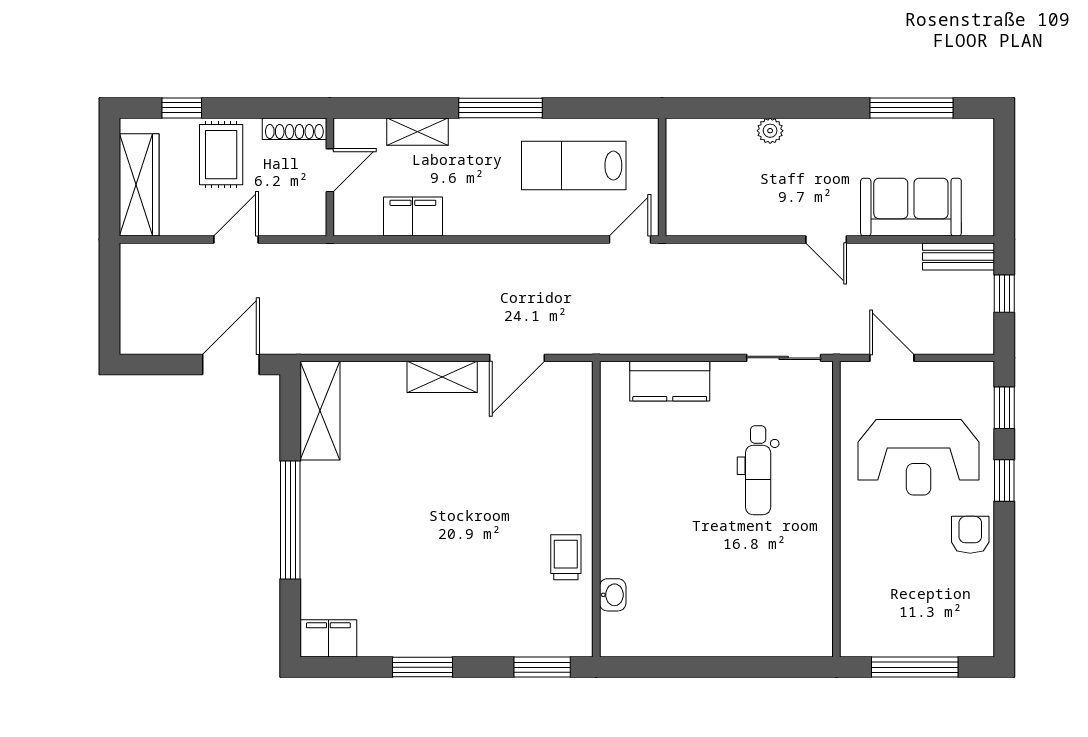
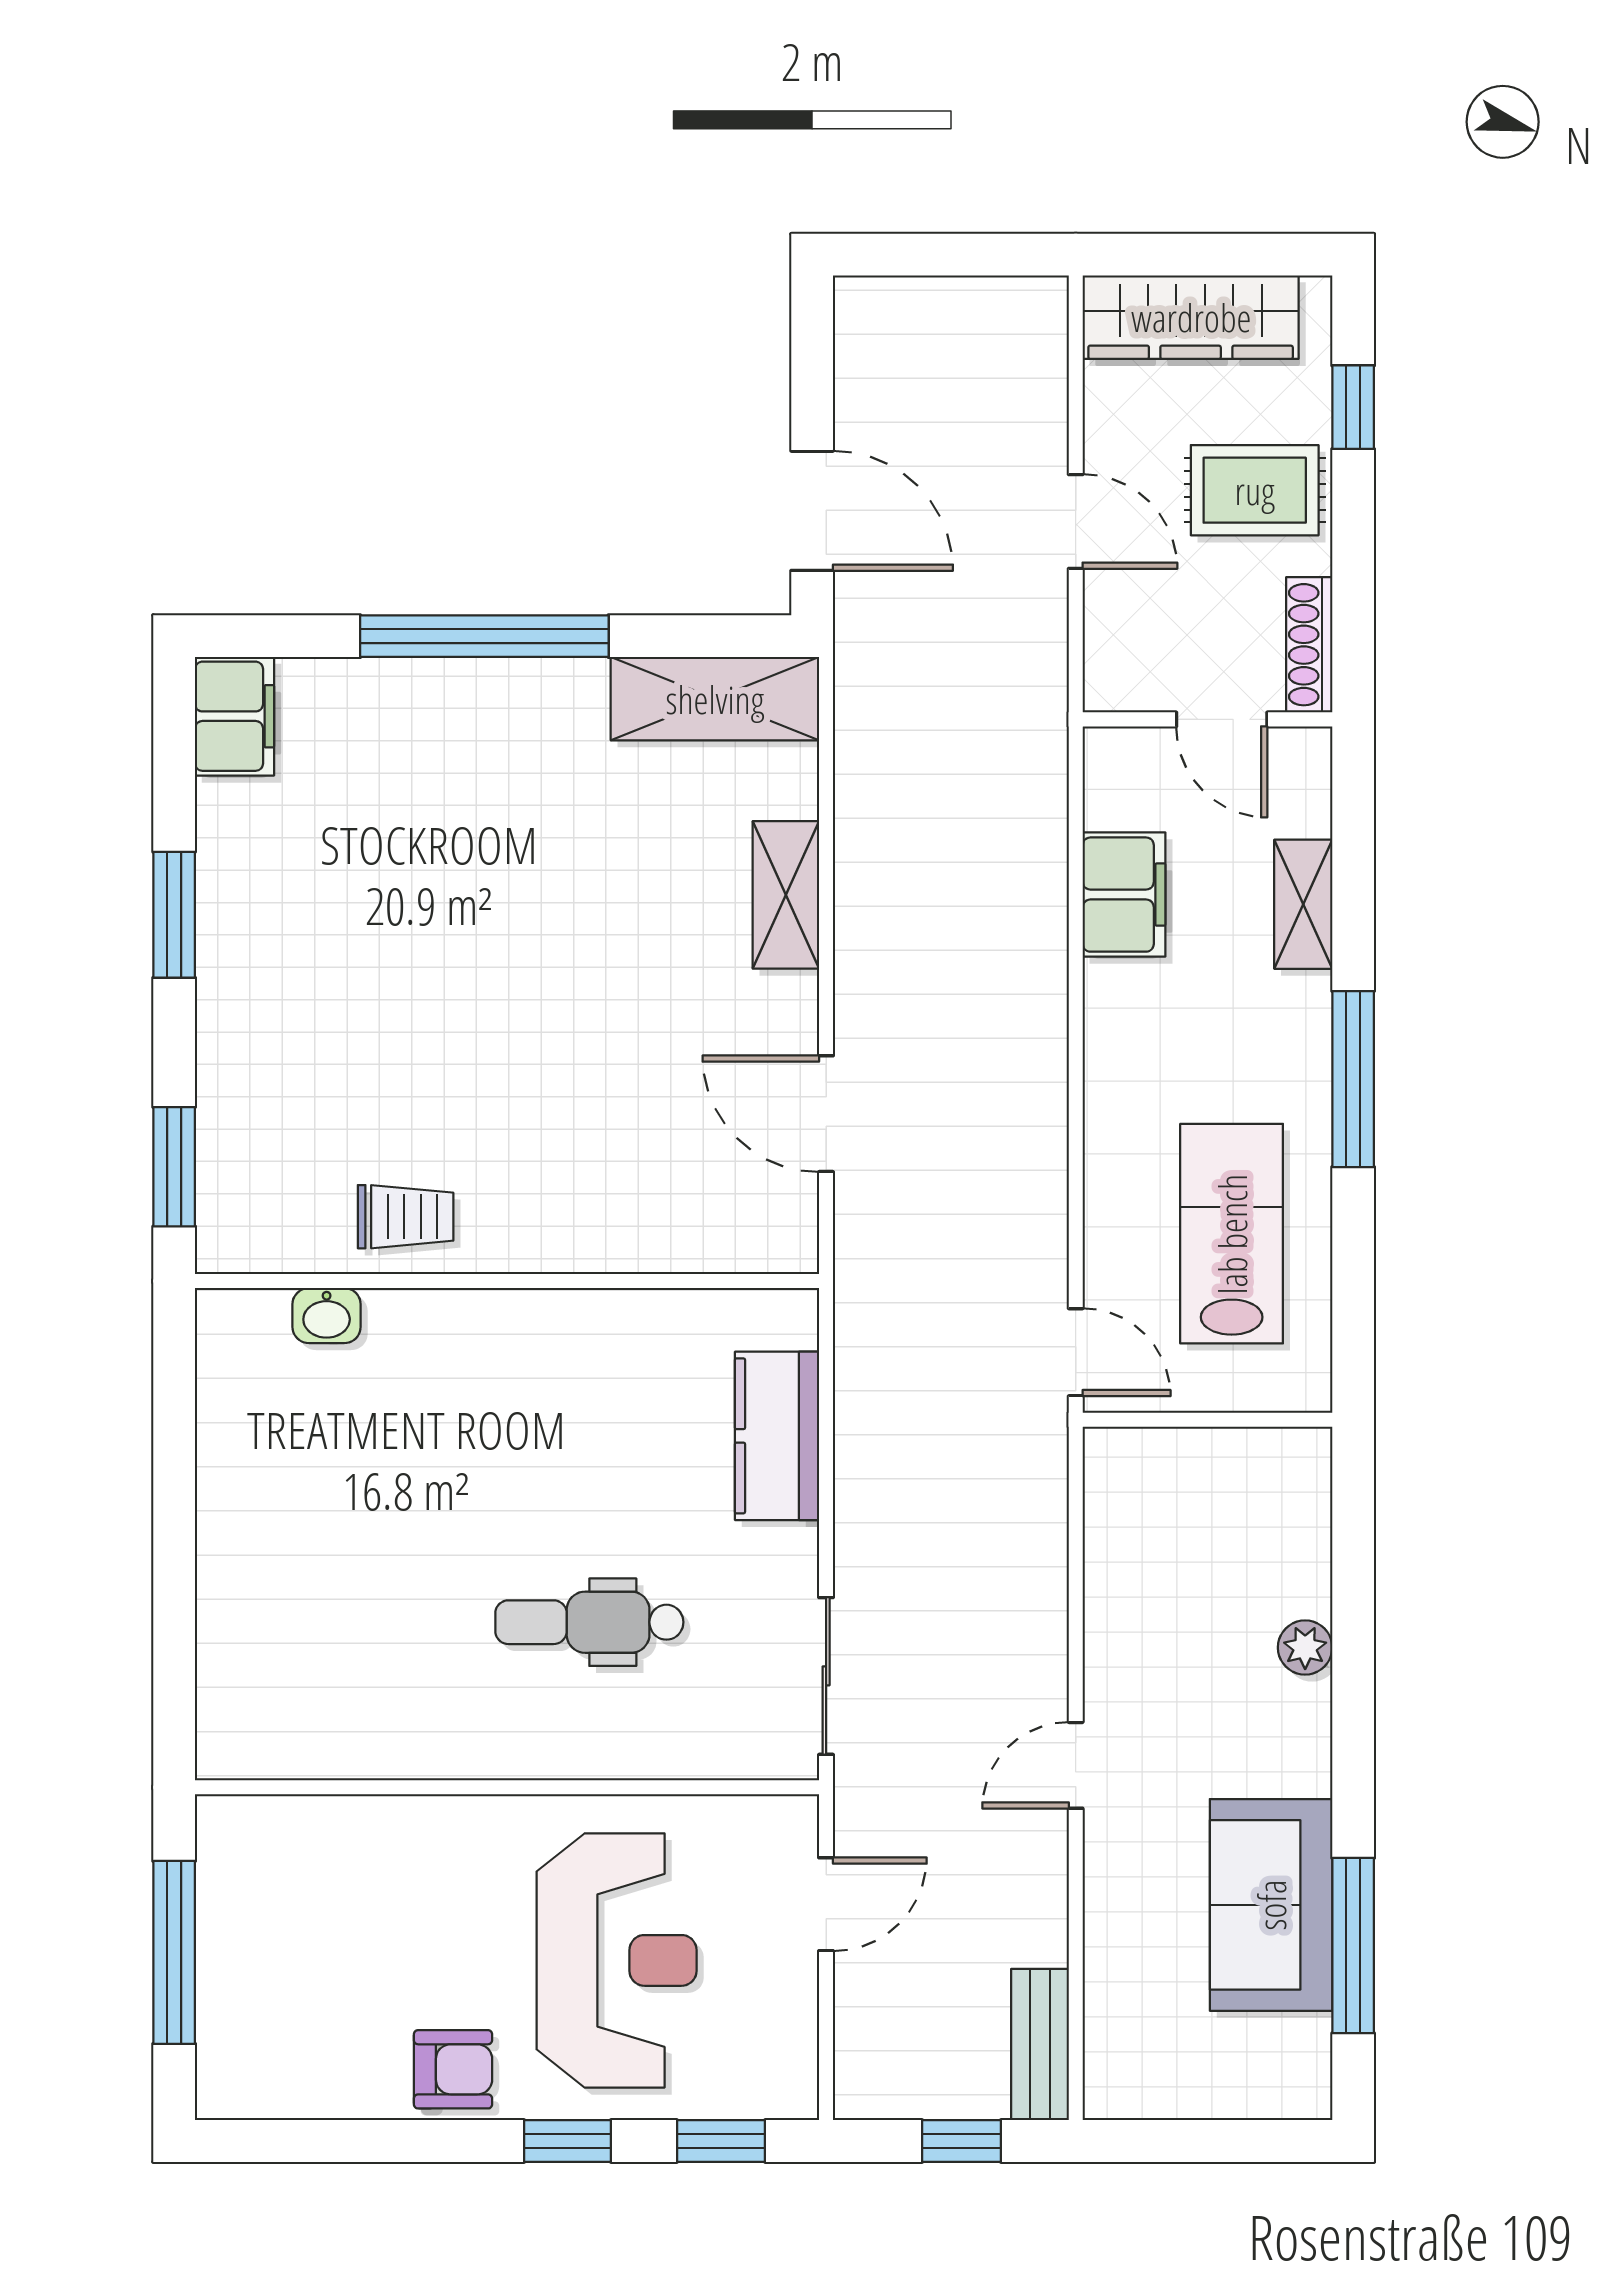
sofa: (911, 207) -> (1271, 1905), moved, turned 180
shelving: (442, 377) -> (786, 895), moved
reception desk: (919, 457) -> (617, 1960), turned 180

